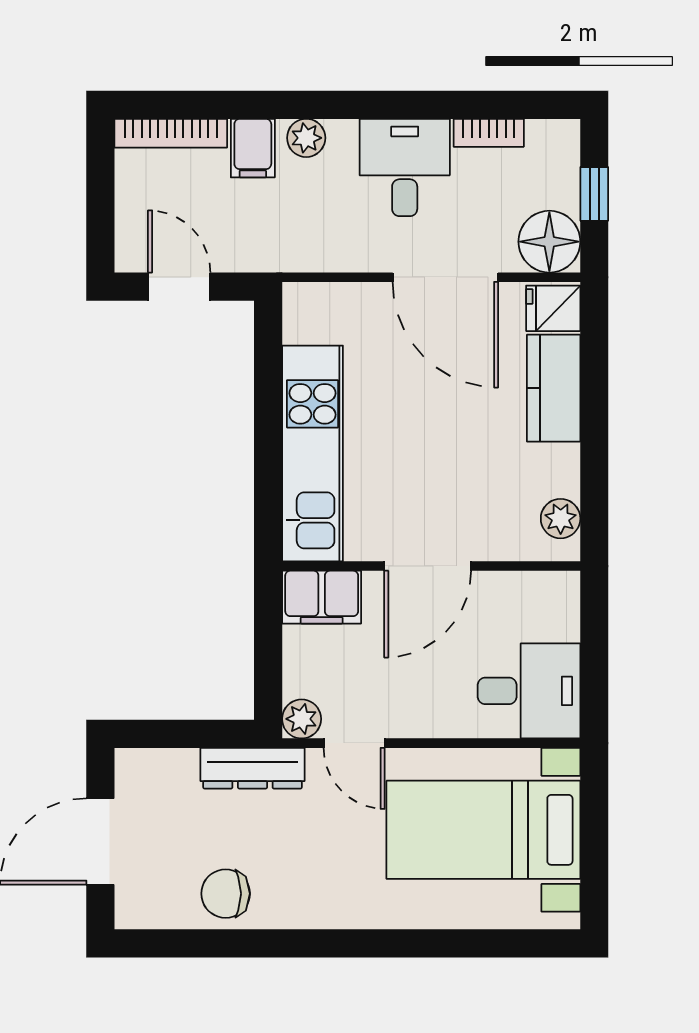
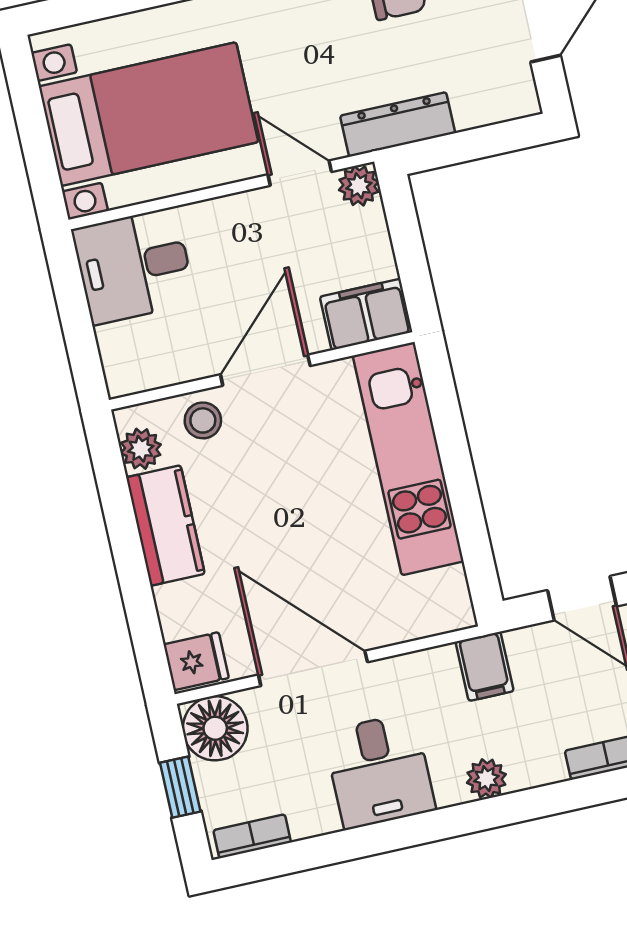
bookcase: (489, 133) -> (252, 836), moved
filing cabinet: (253, 148) -> (485, 666), moved, turned 180
kitchen counter: (554, 388) -> (165, 526), moved
stool: (497, 532) -> (203, 420), added

